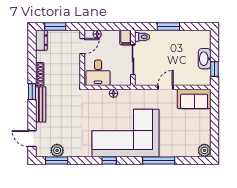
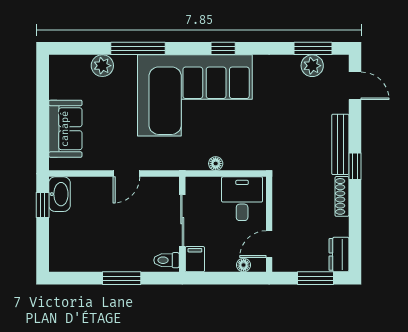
washbasin: (205, 59) -> (59, 194), moved
sofa: (194, 99) -> (65, 129), moved, turned 90
plant: (204, 150) -> (102, 66), moved

